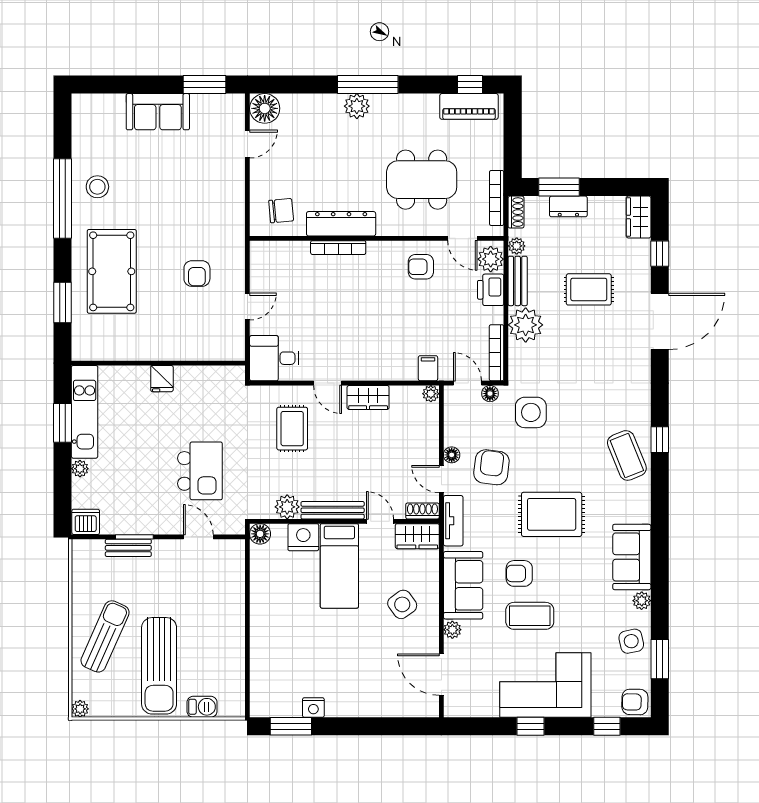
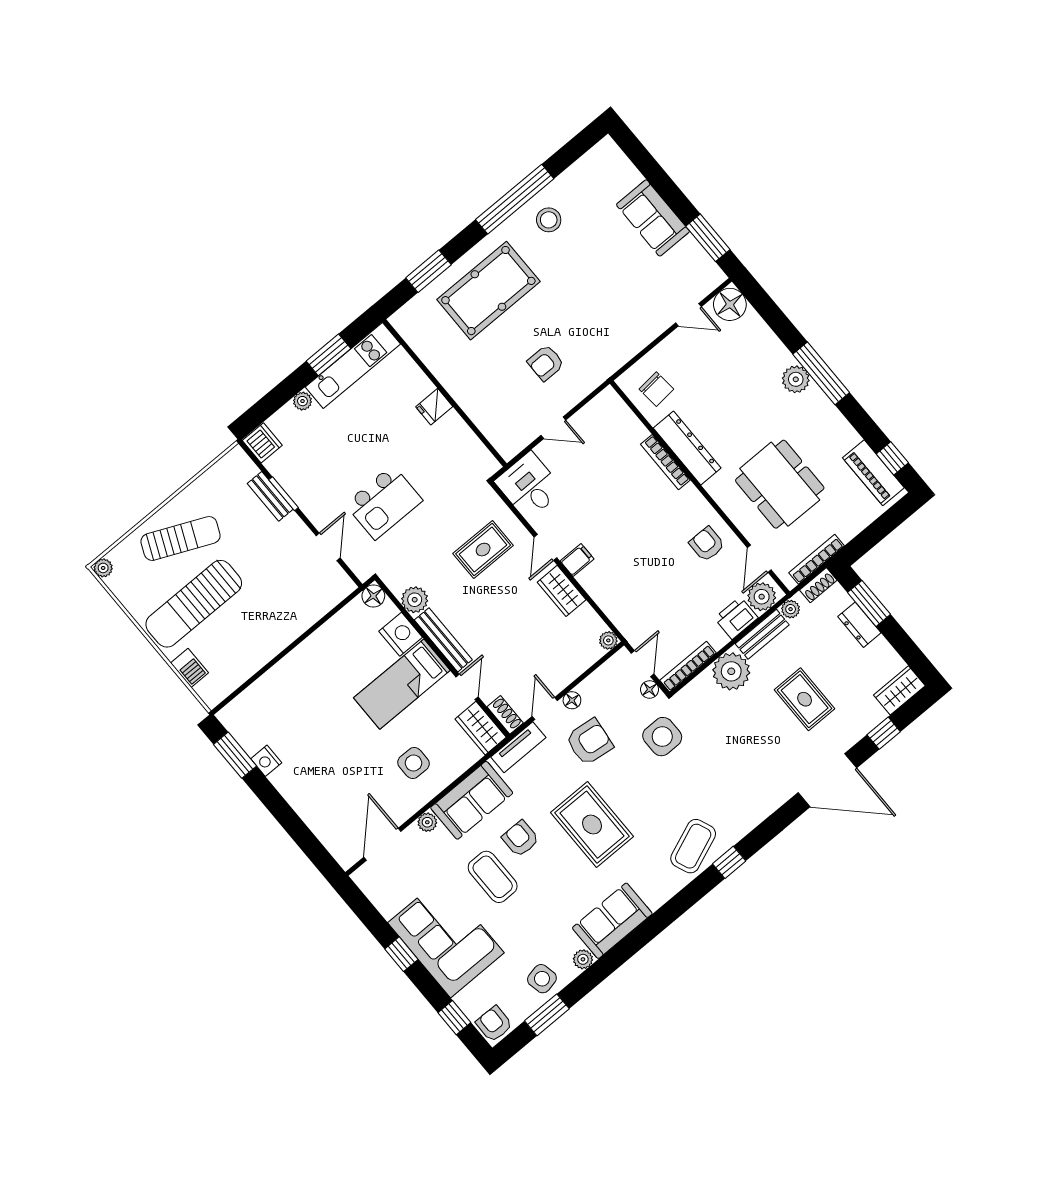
filing cabinet: (428, 368) -> (577, 560), moved
side table: (402, 604) -> (413, 763), turned 36

